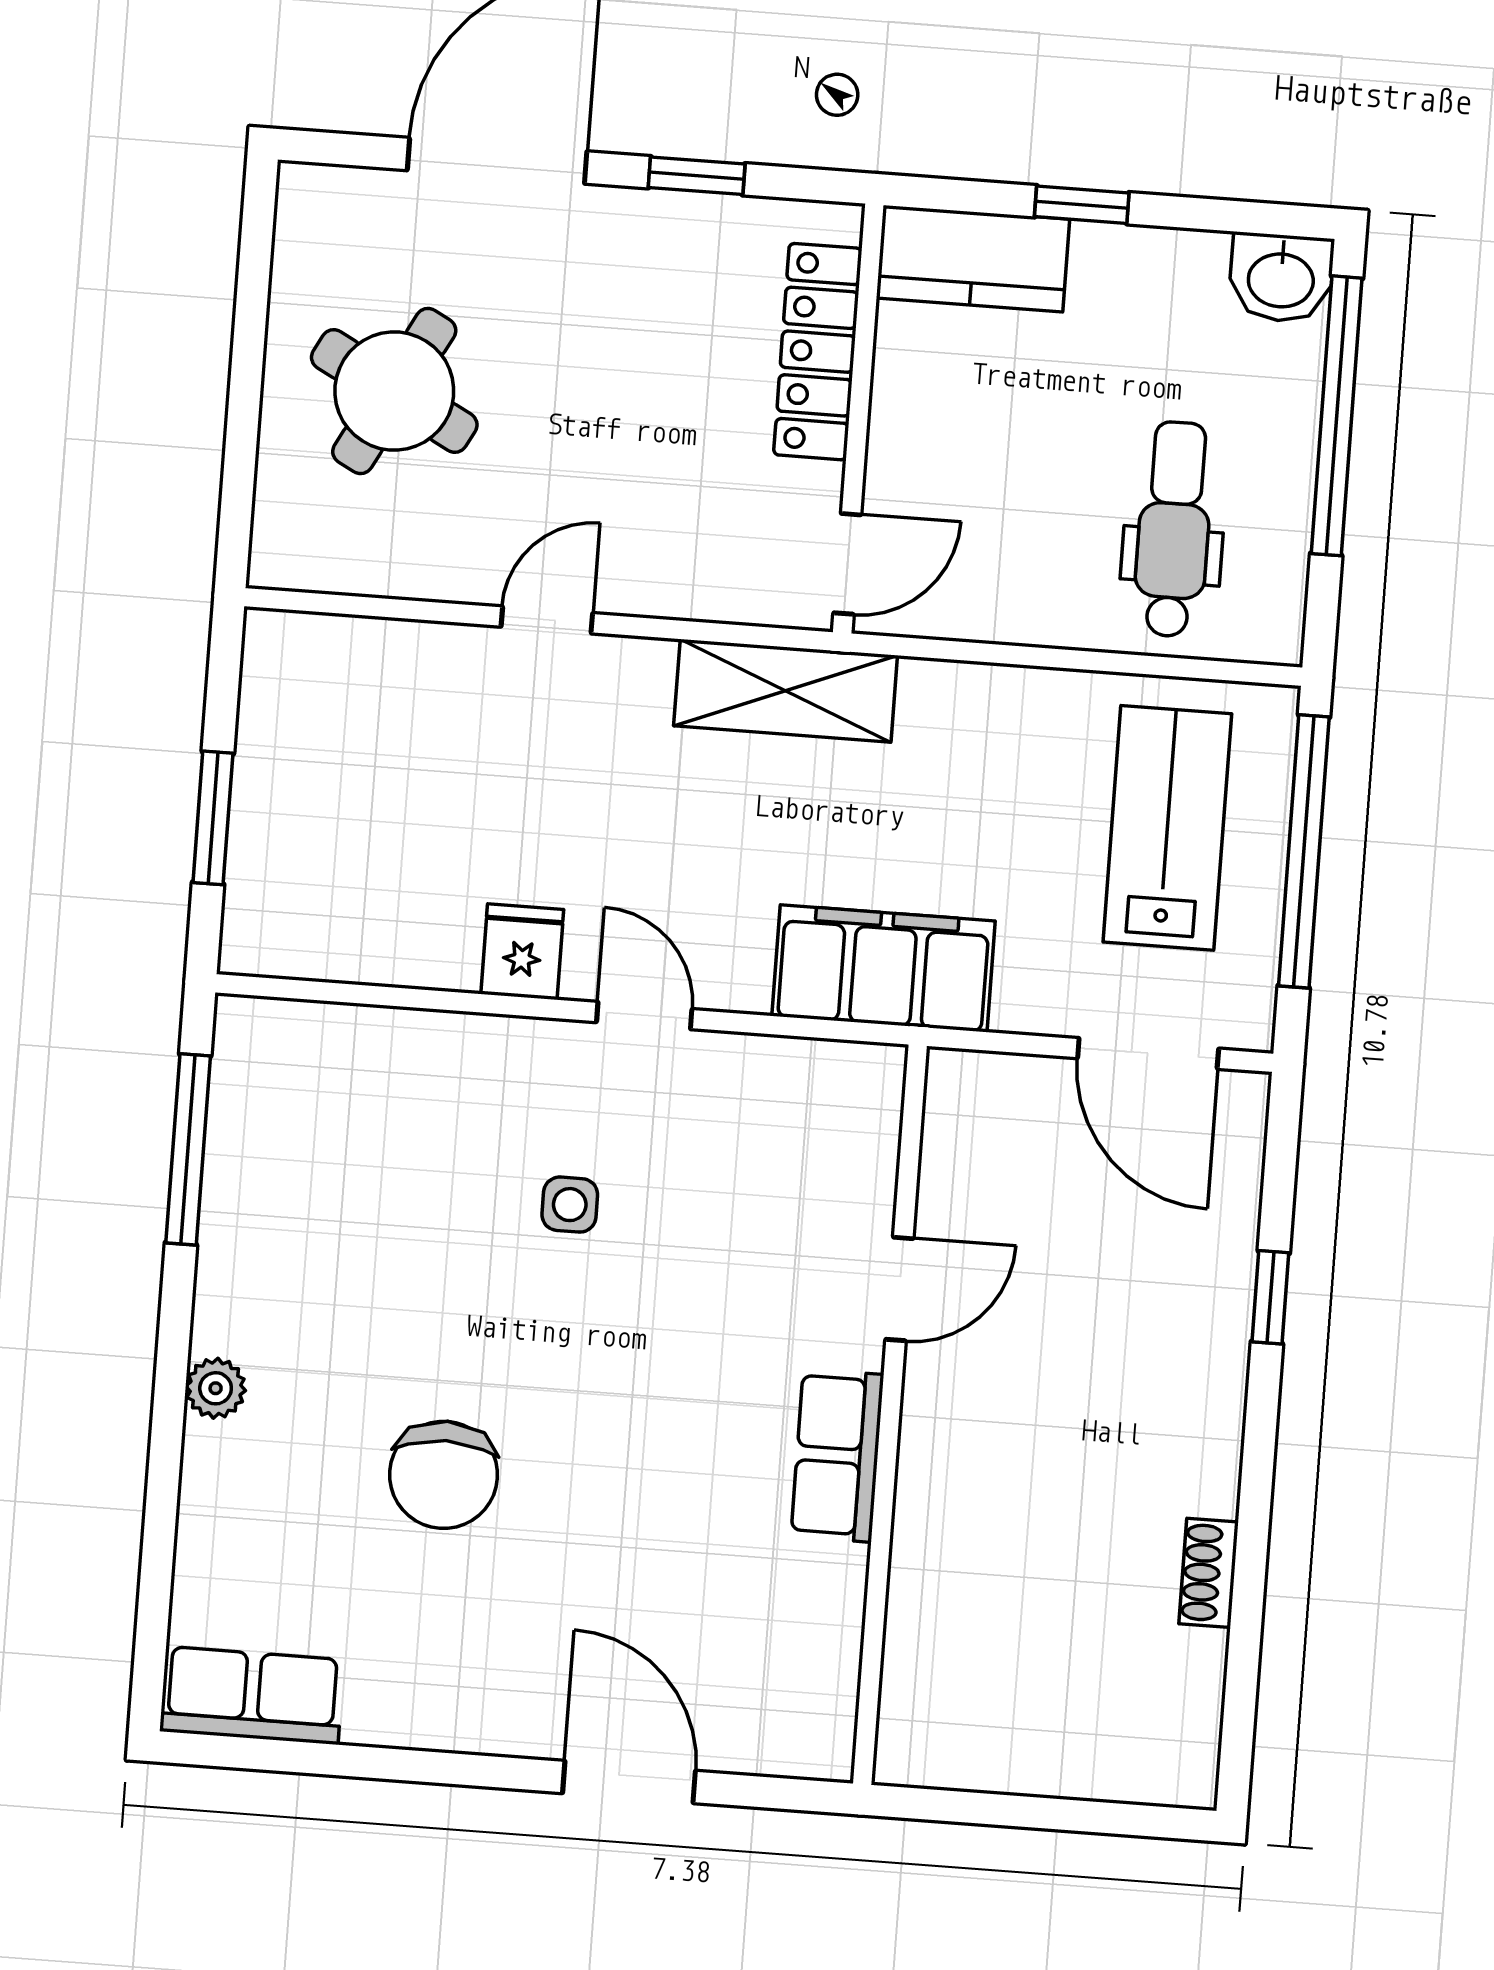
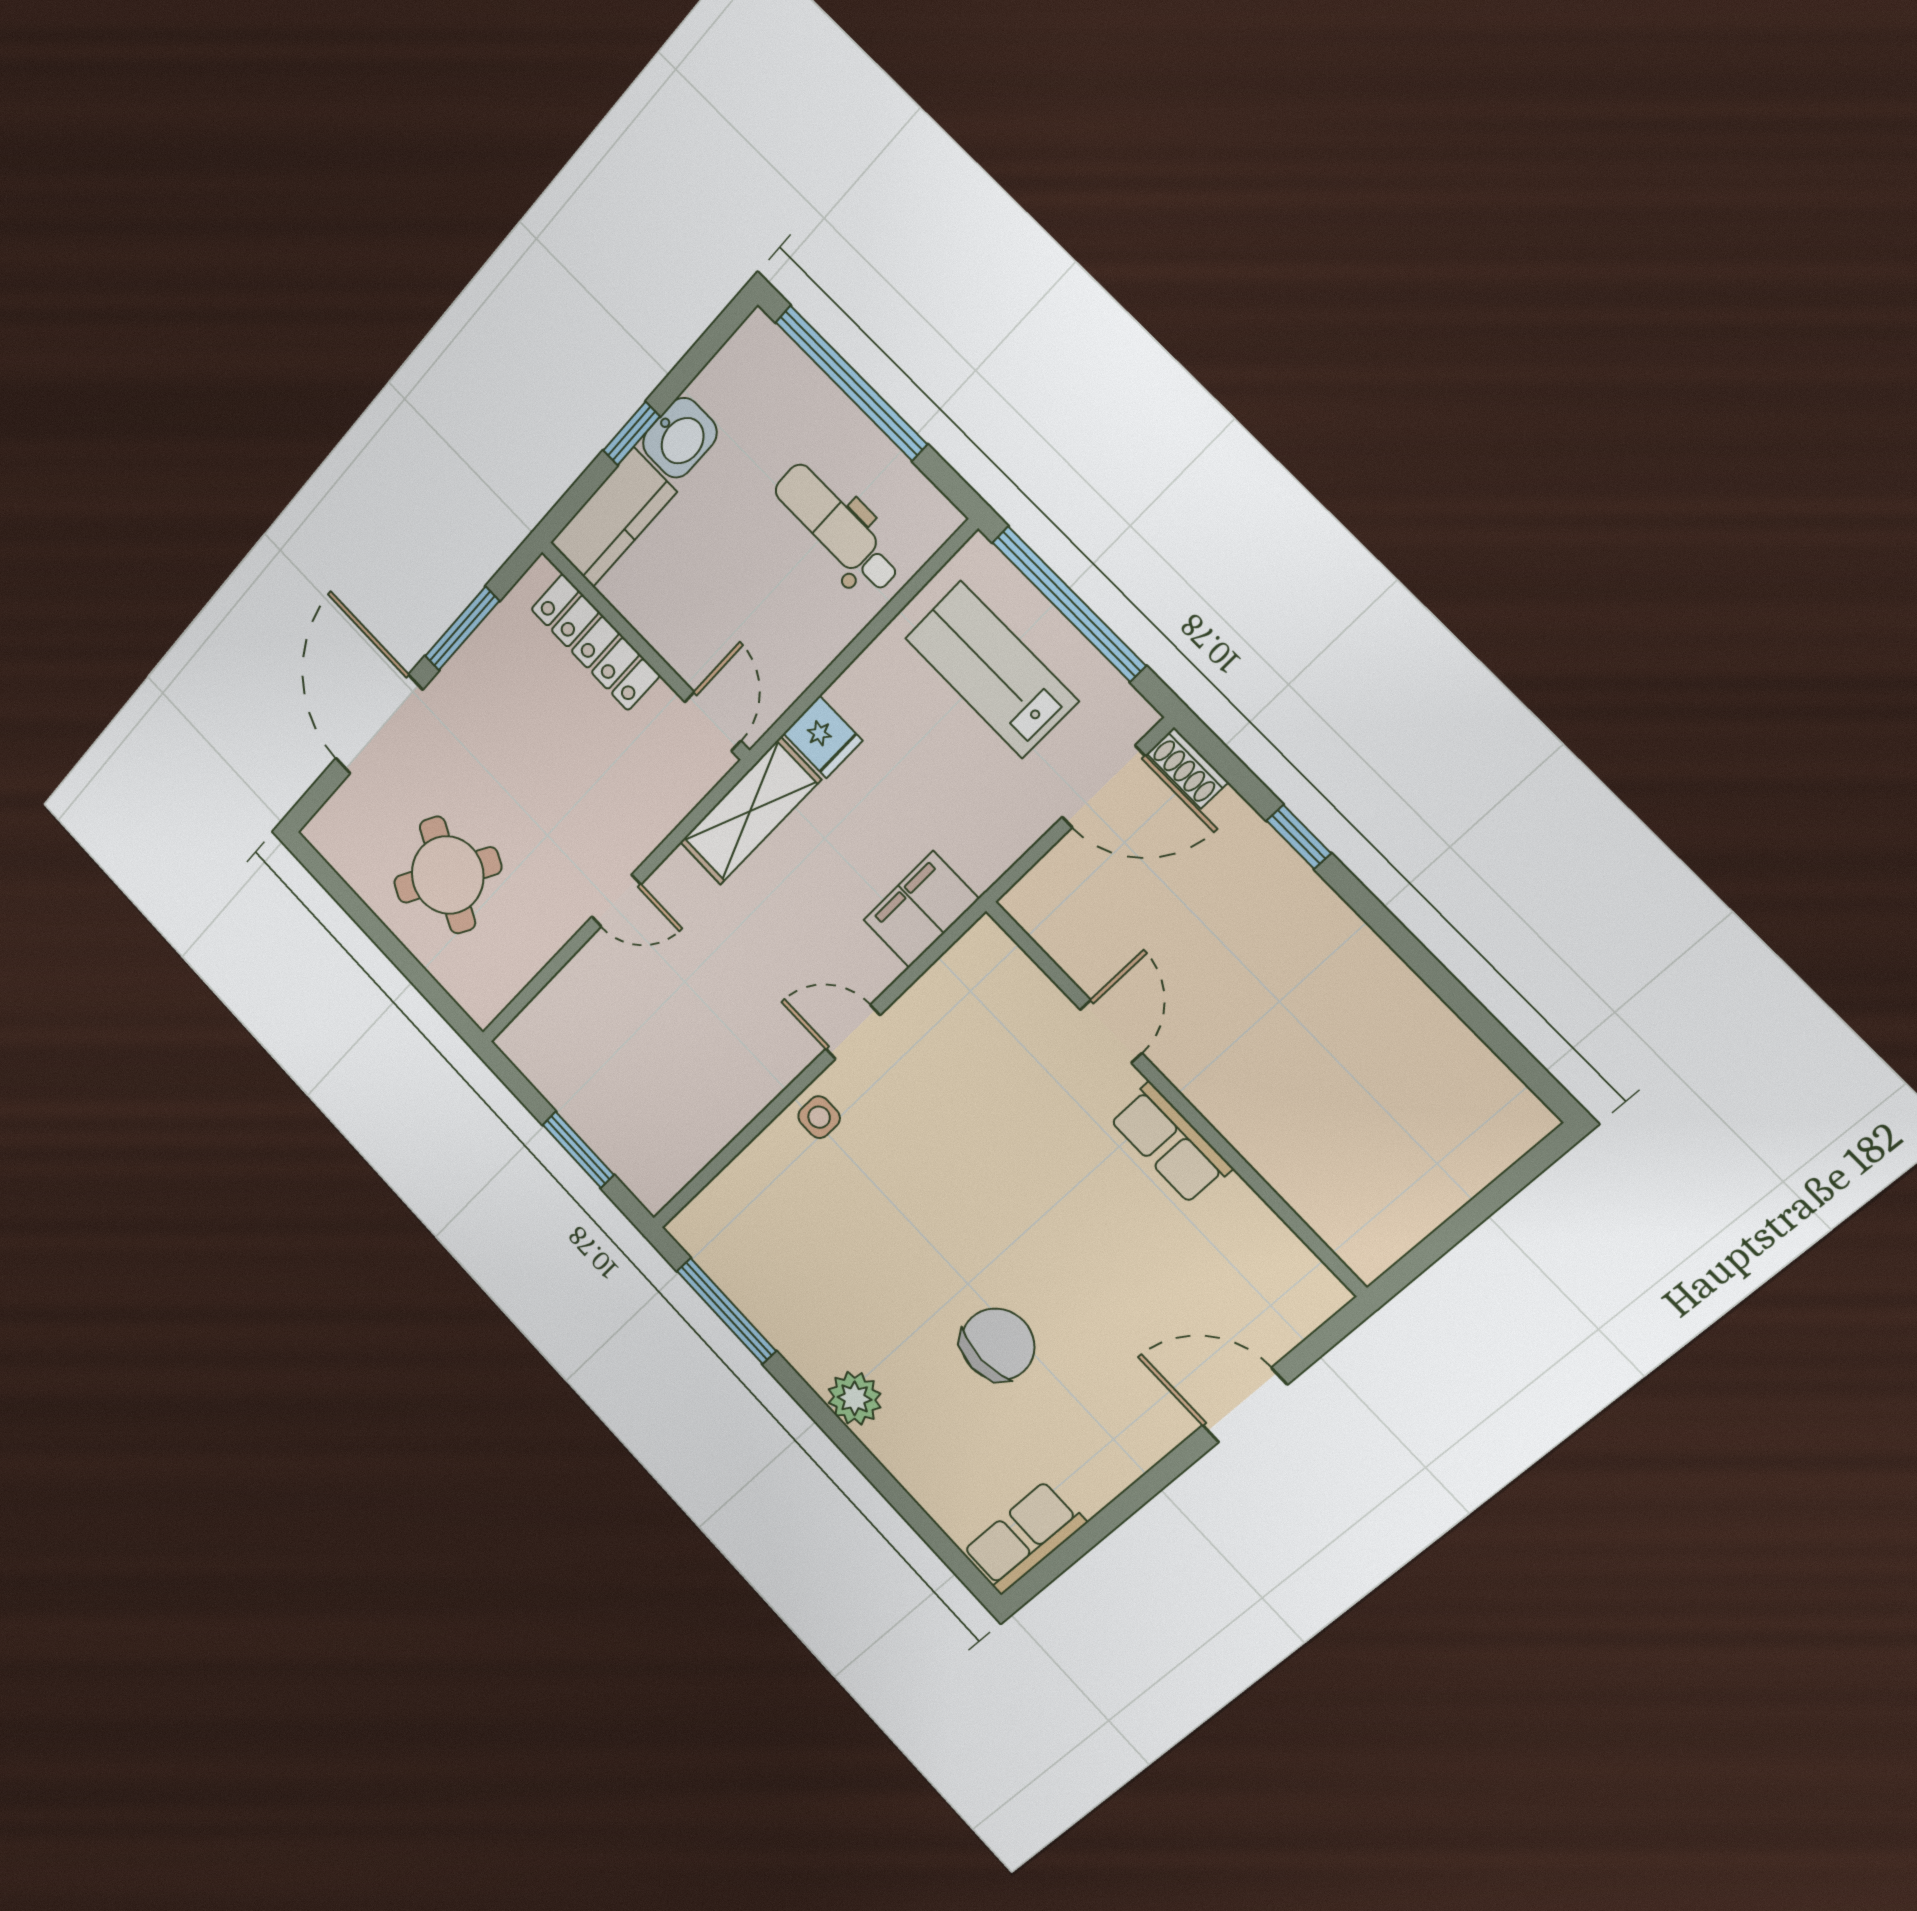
window: (697, 176) -> (462, 629), width x1.50
washbasin: (1281, 278) -> (680, 438), moved
door: (547, 620) -> (616, 901), swing flipped
fridge: (522, 952) -> (823, 737), moved, turned 180
filing cabinet: (884, 968) -> (921, 909), width x0.67, depth x0.86
side table: (570, 1205) -> (819, 1117), moved
plant: (216, 1388) -> (855, 1398), width x1.38, depth x1.38
chair: (444, 1475) -> (998, 1344), turned -90
shoe rack: (1209, 1573) -> (1188, 768), moved

